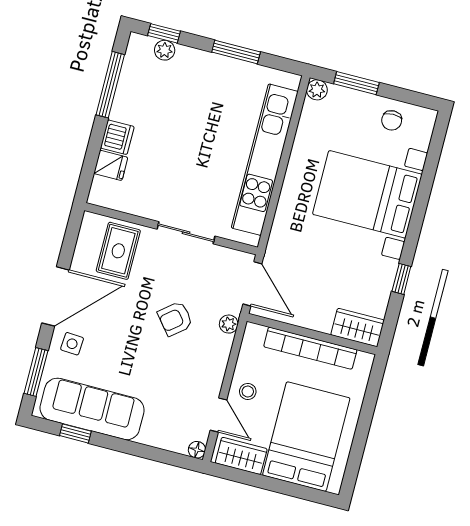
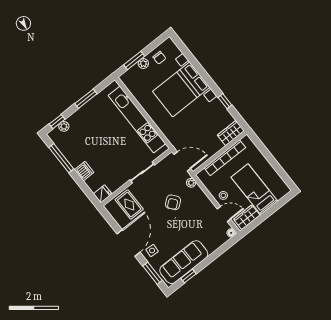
plant: (317, 90) -> (143, 64), moved
fridge: (111, 165) -> (103, 194), moved
bed: (306, 437) -> (254, 189), width x0.67

